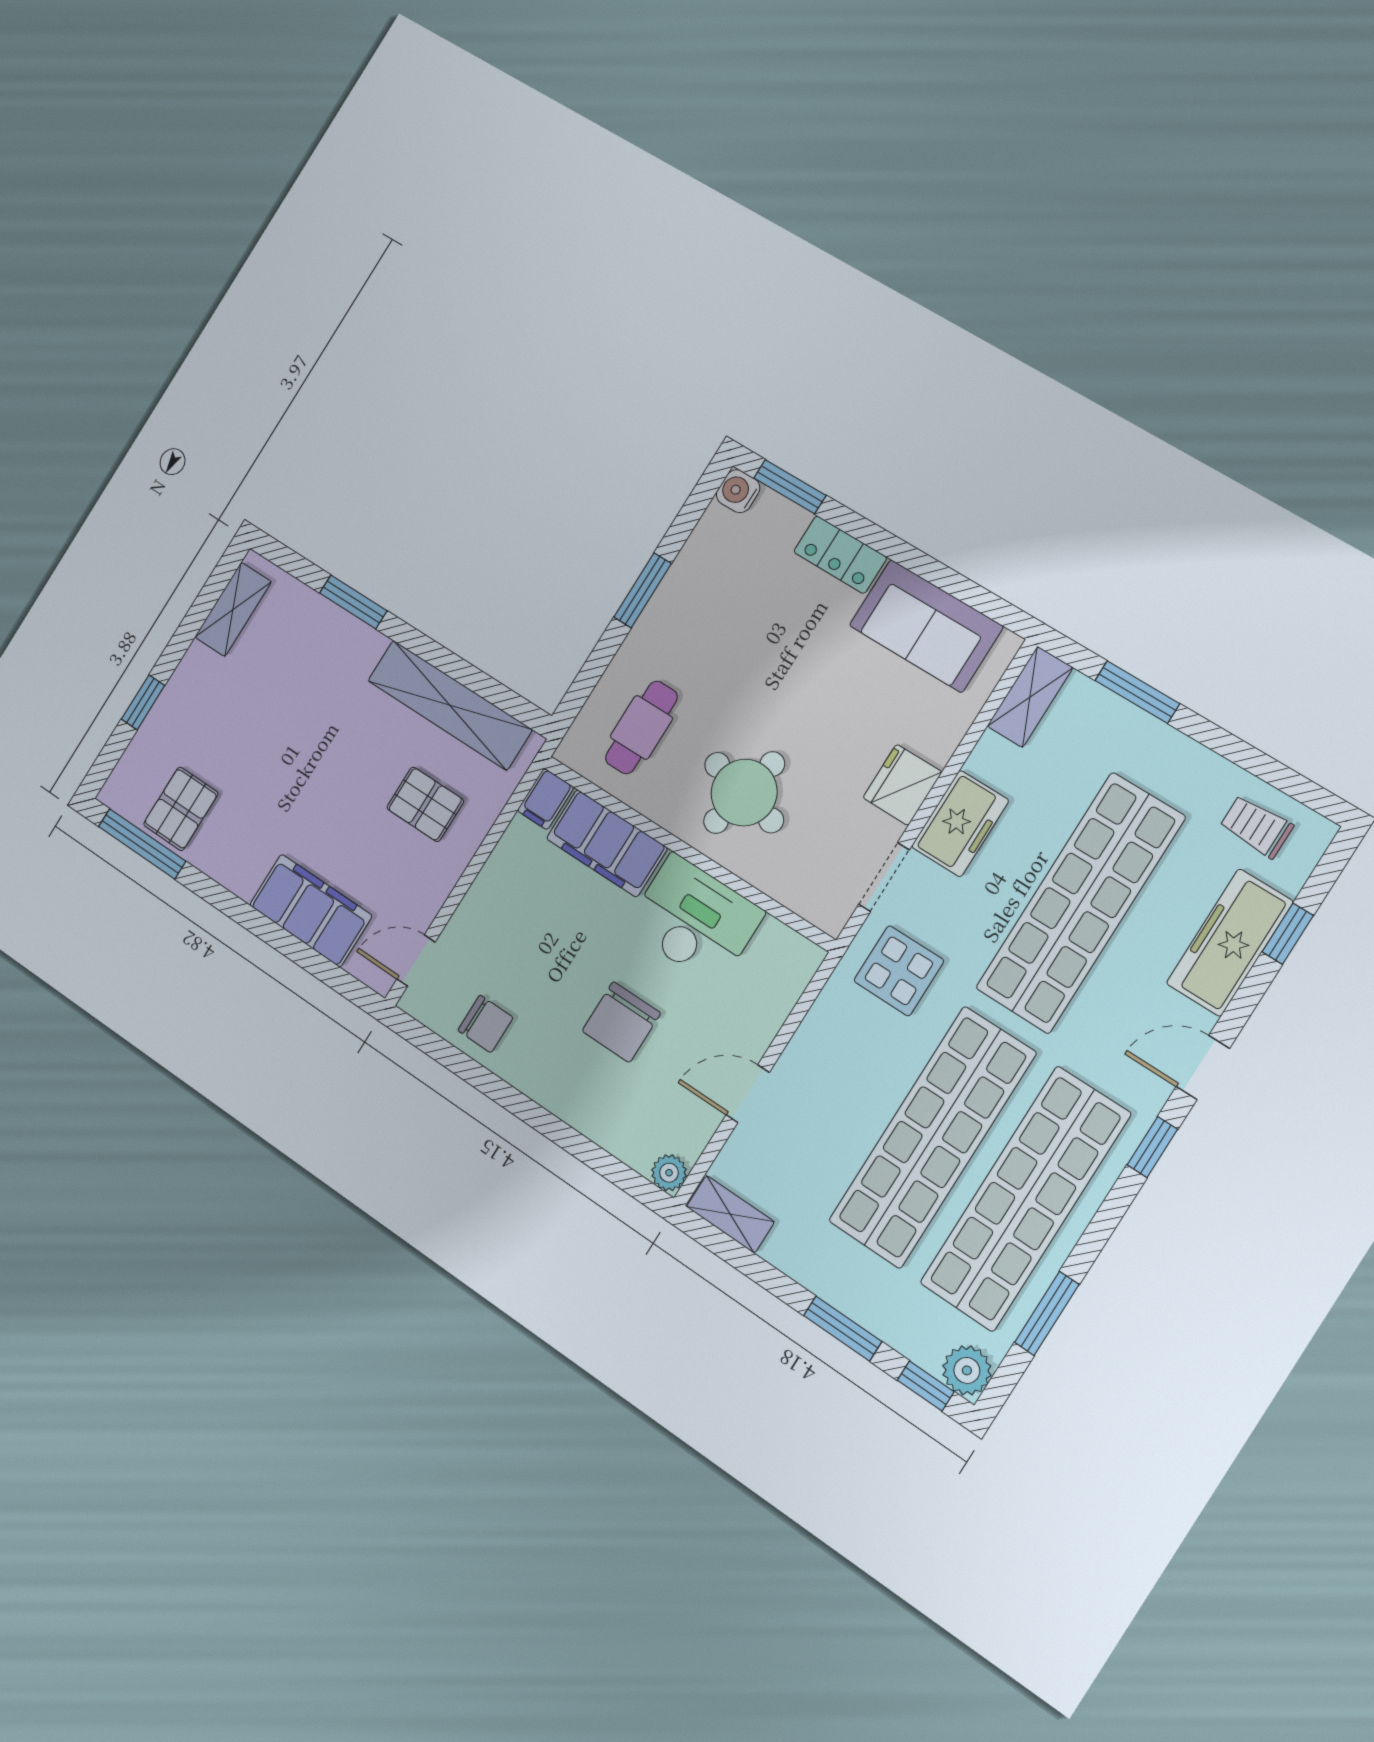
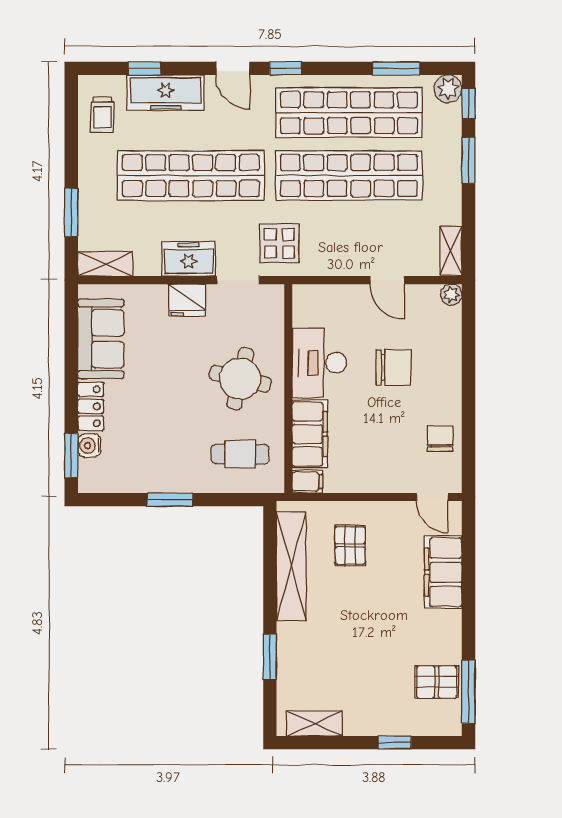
water cooler: (738, 491) -> (89, 446), moved, turned 90

